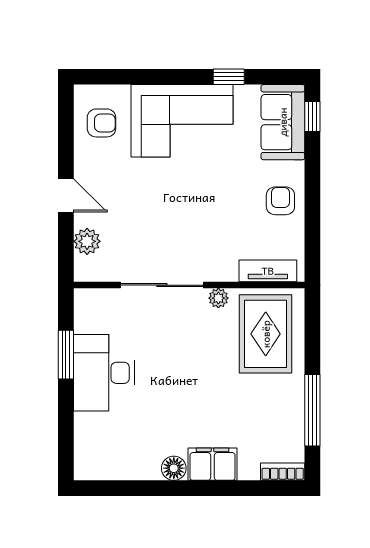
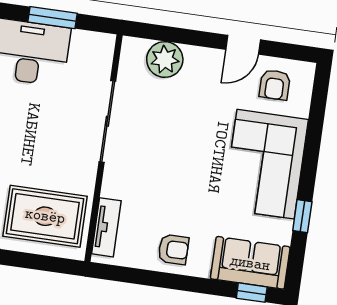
door: (66, 196) -> (243, 45), moved
plant: (87, 241) -> (165, 60), width x1.36, depth x1.36
plant: (218, 298) -> (87, 175), removed

